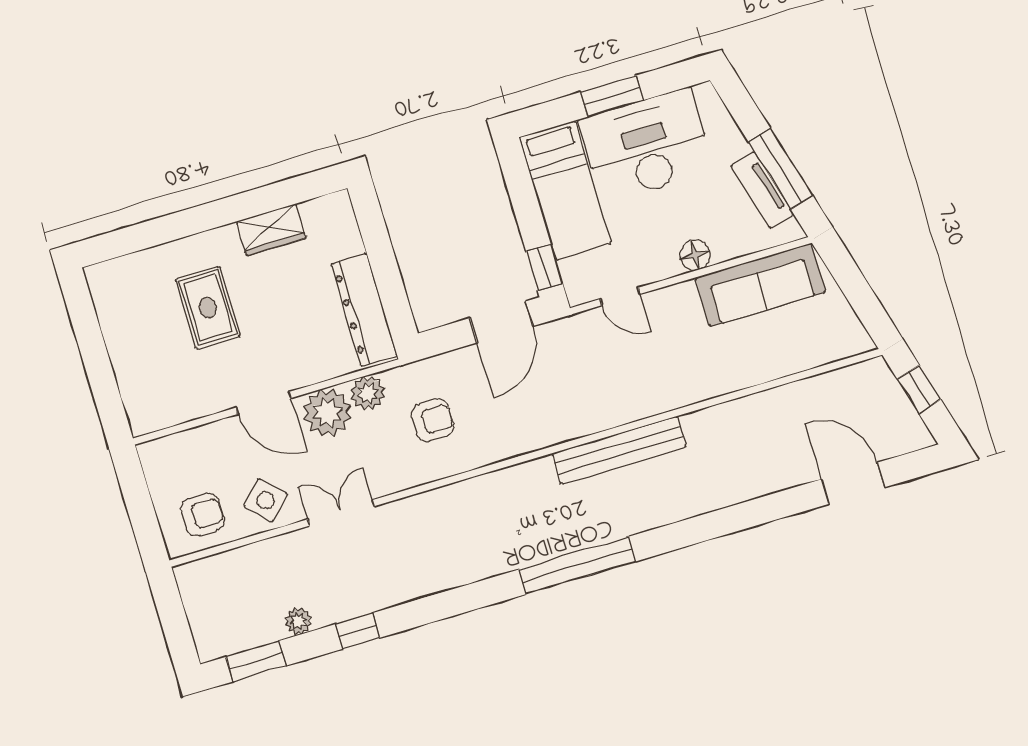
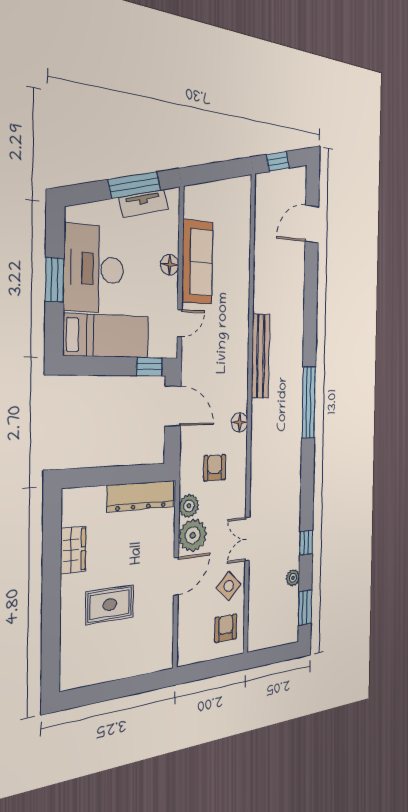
sofa: (761, 285) -> (197, 262), moved
floor lamp: (510, 444) -> (240, 422), added

